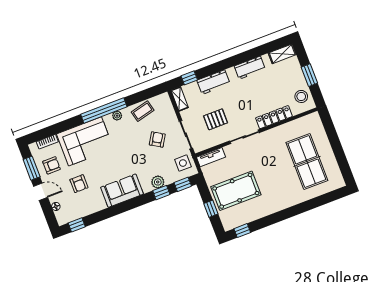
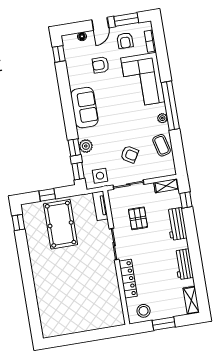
table tennis table: (307, 162) -> (76, 303), removed

